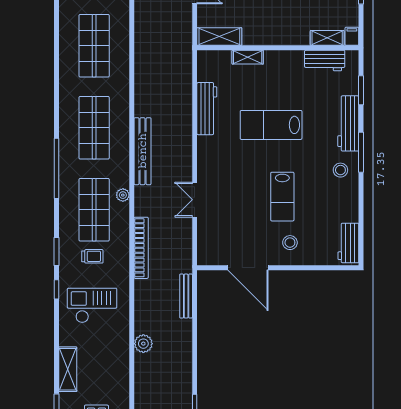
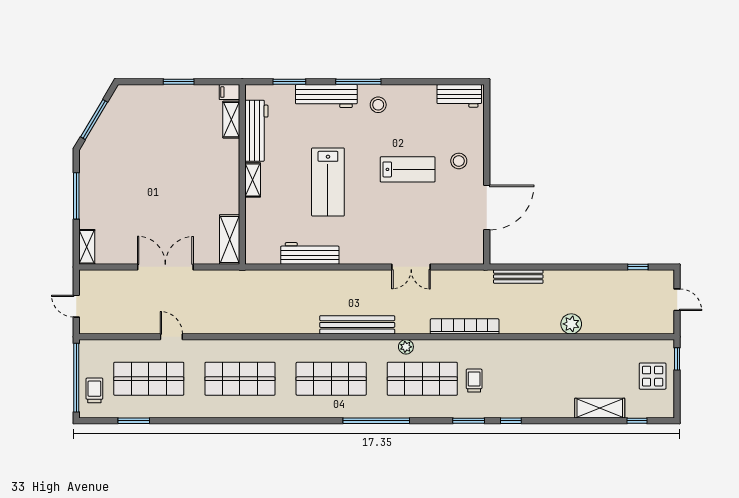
shelving: (248, 57) -> (253, 180), moved
workbench: (325, 61) -> (256, 131), width x1.38
checkout: (92, 305) -> (529, 381), removed

